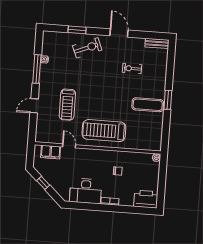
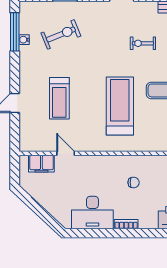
exercise bike: (87, 48) -> (61, 34), moved
window: (37, 69) -> (15, 32), moved
treadmill: (104, 131) -> (120, 106), moved, turned 90
window: (43, 183) -> (34, 206), removed

